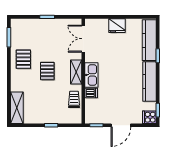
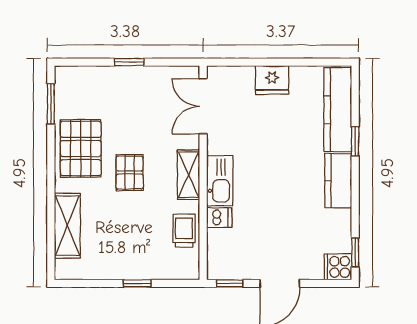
pallet: (23, 59) -> (81, 148), width x1.50, depth x1.42
kitchen counter: (149, 82) -> (338, 181), width x0.67
shelving: (17, 108) -> (67, 226), moved

